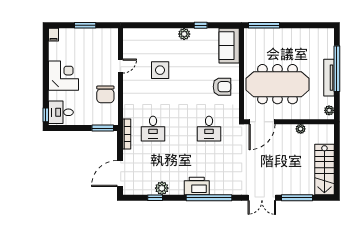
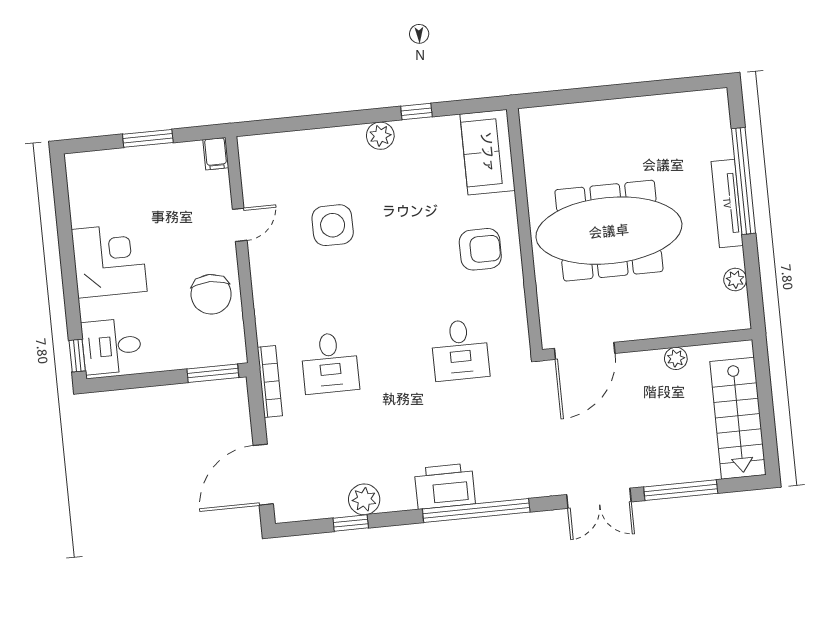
window: (264, 25) -> (564, 97), removed
filing cabinet: (53, 35) -> (216, 154), moved
door: (262, 122) -> (585, 351), moved
wall: (289, 122) -> (647, 345), moved
plant: (301, 129) -> (676, 358), moved

